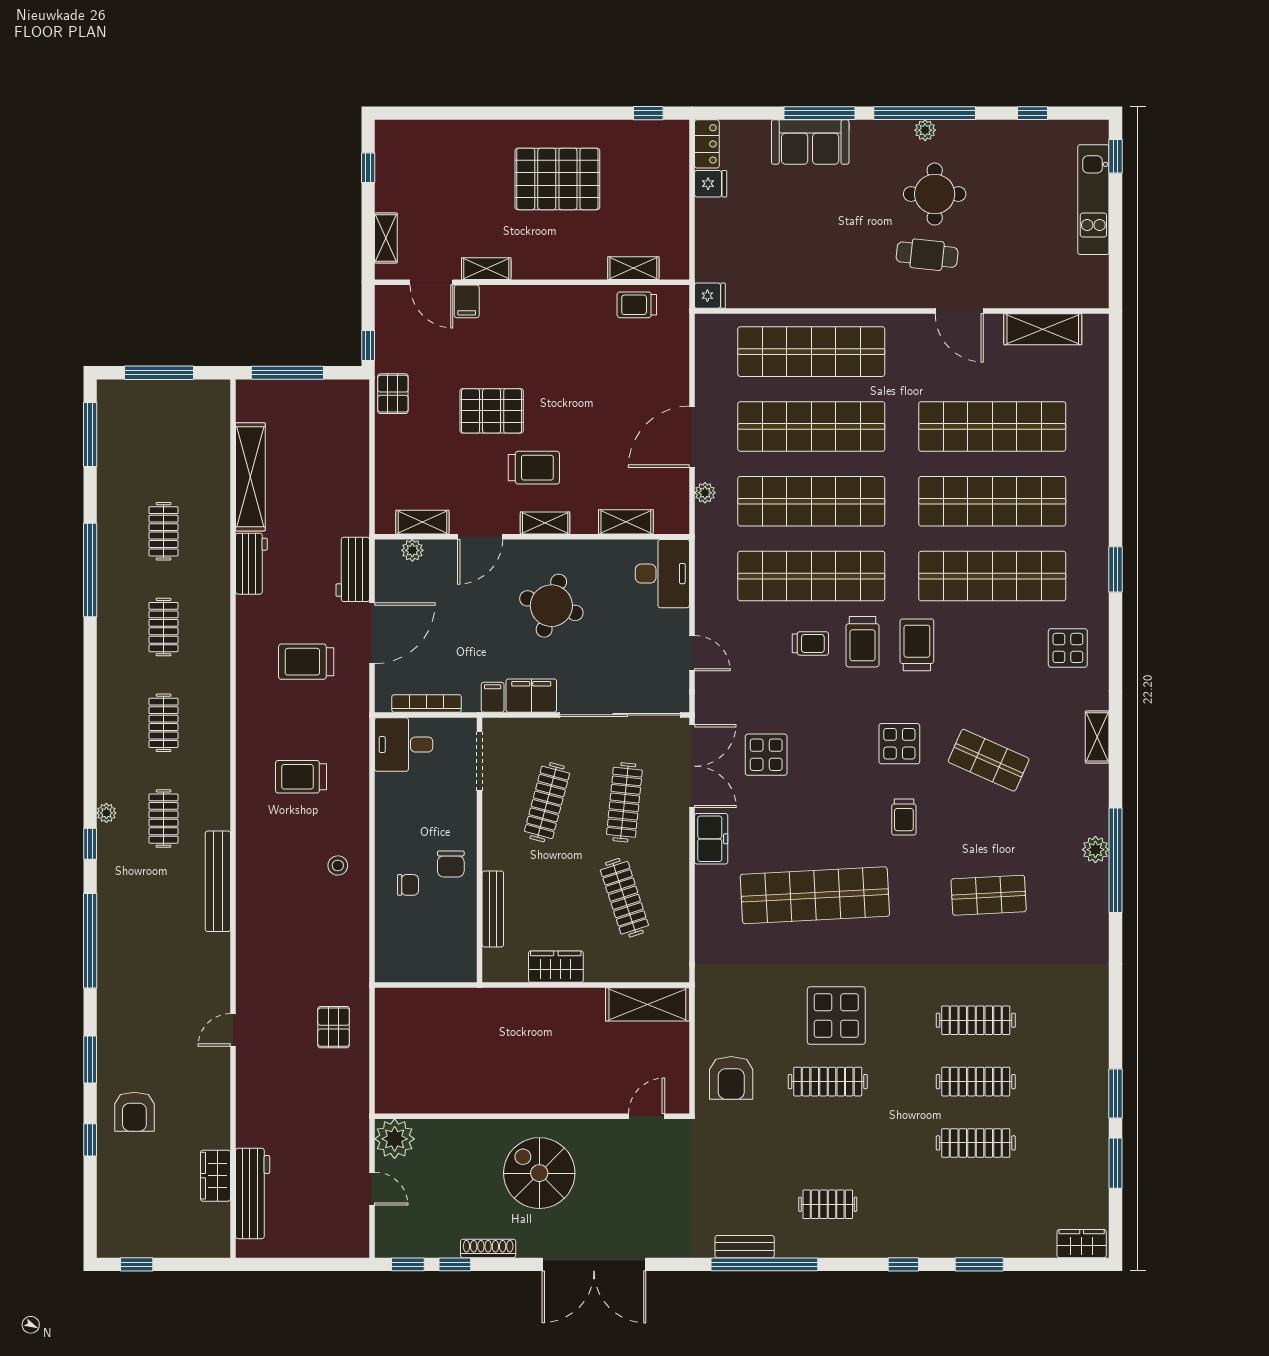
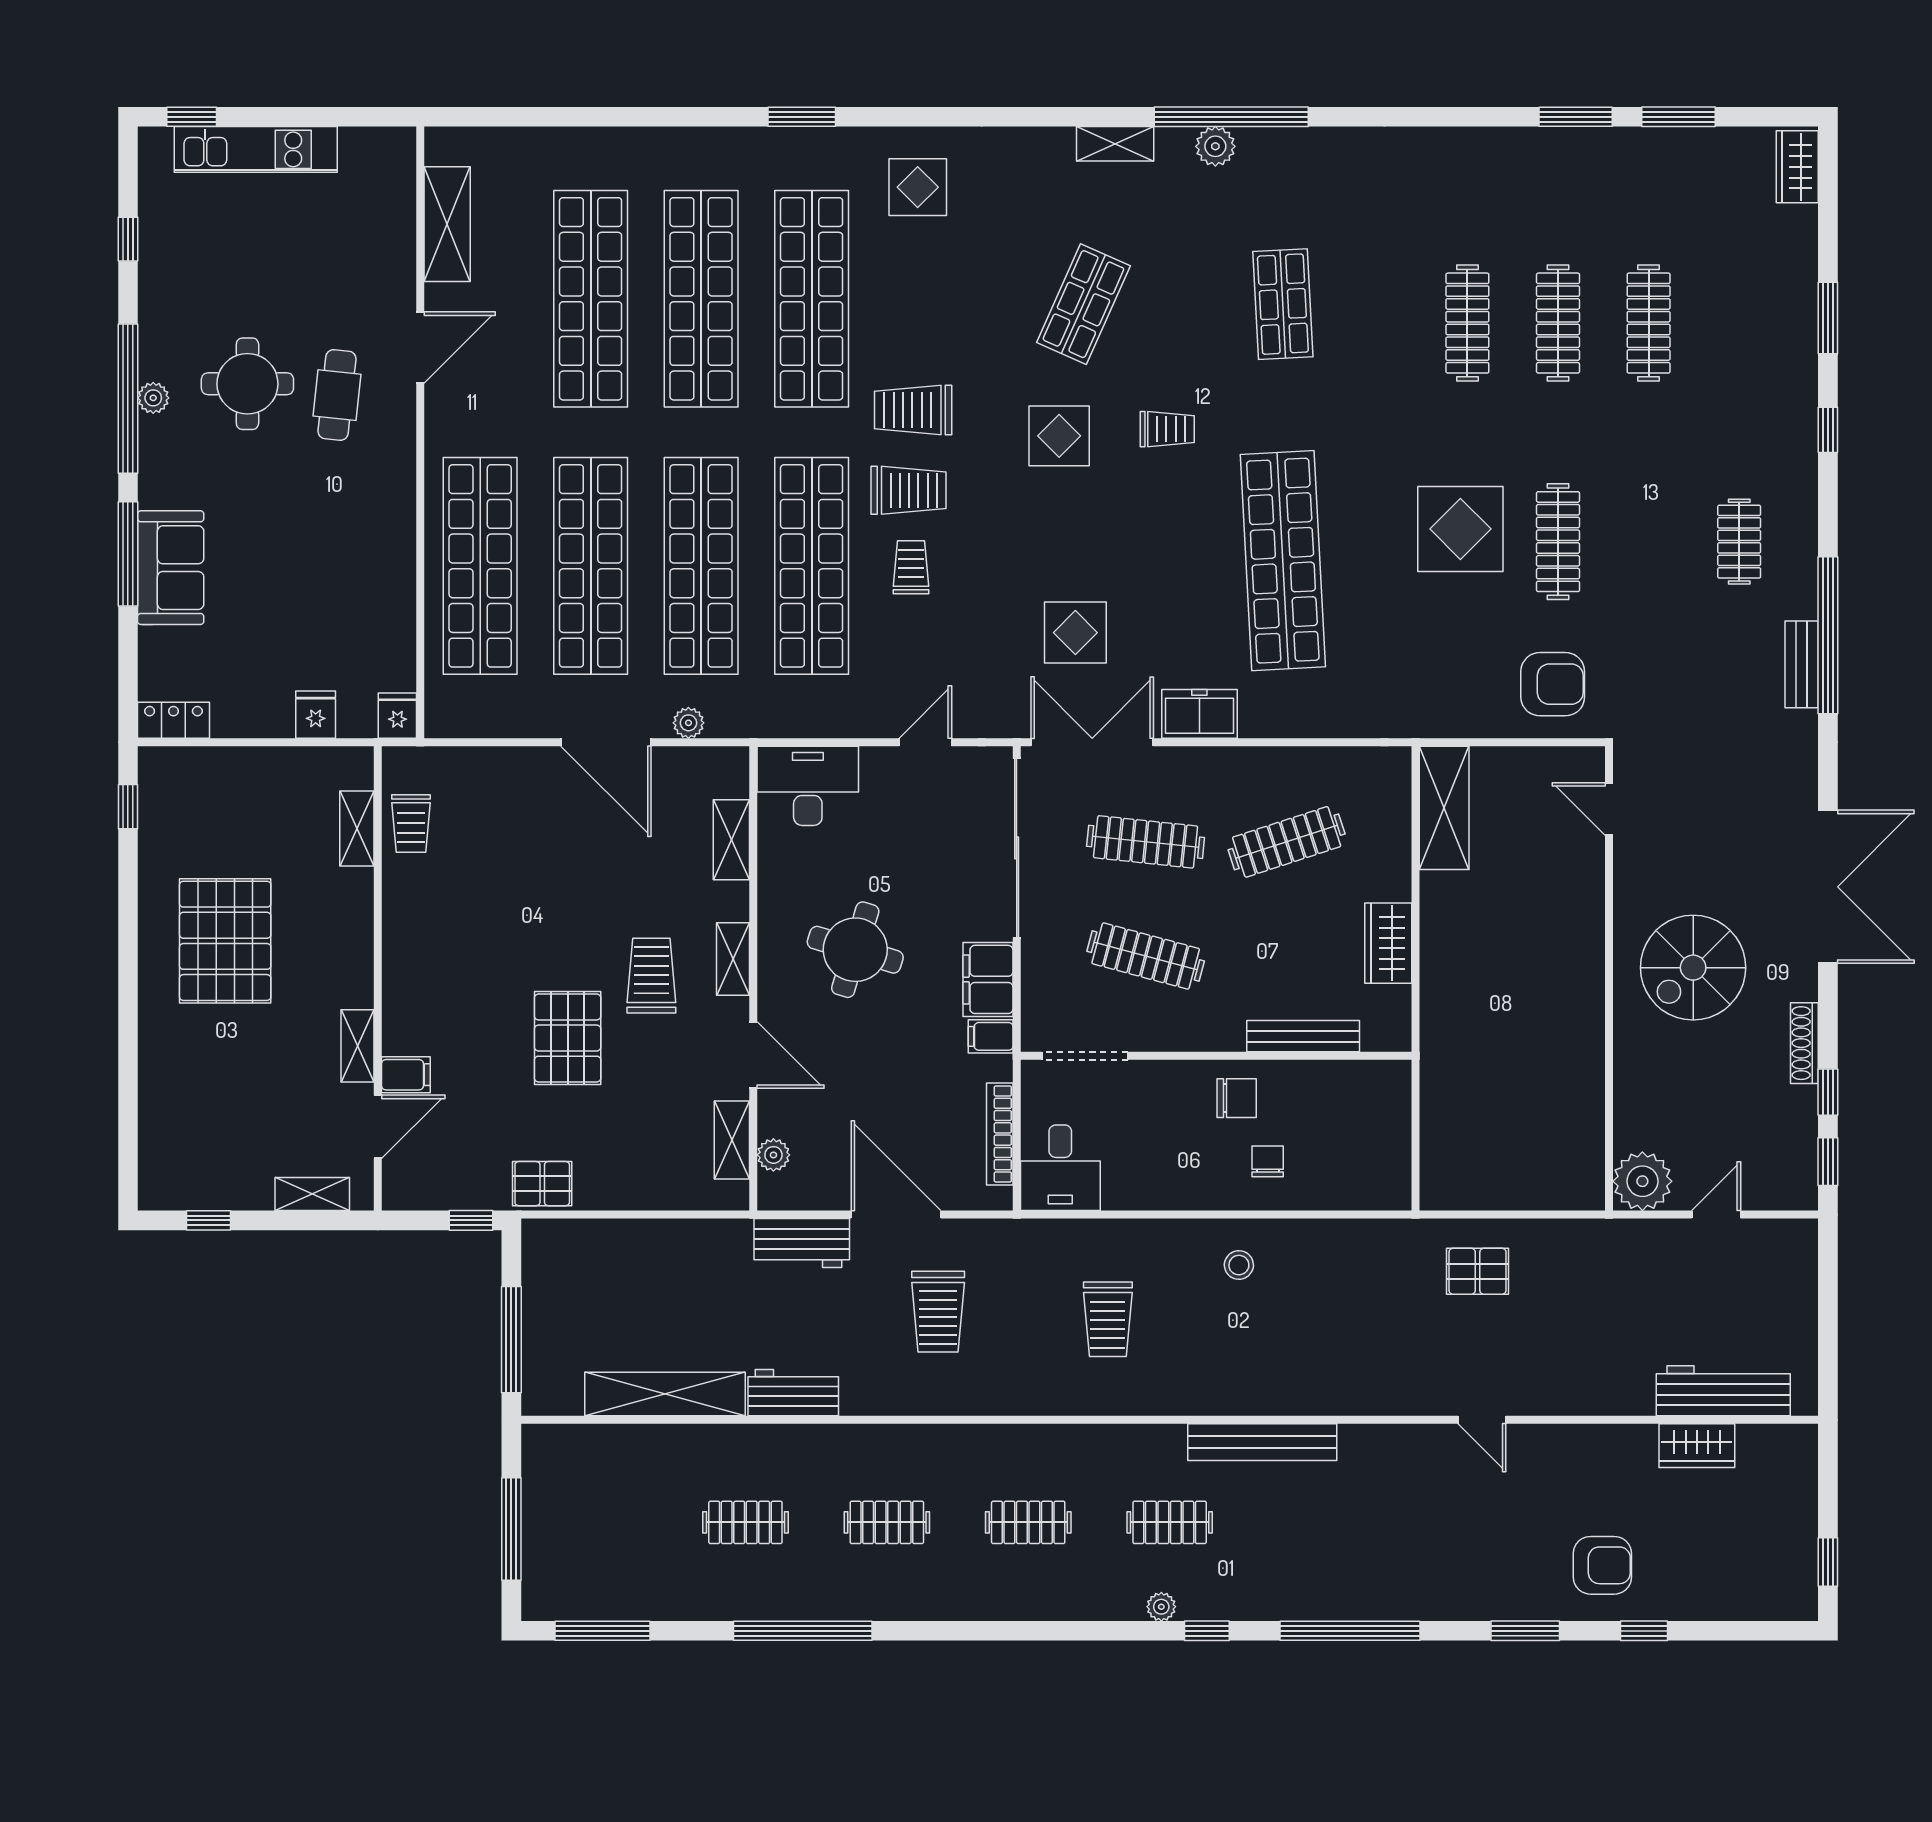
fridge: (711, 184) -> (316, 715), moved
shelving: (1097, 737) -> (1115, 144), moved

